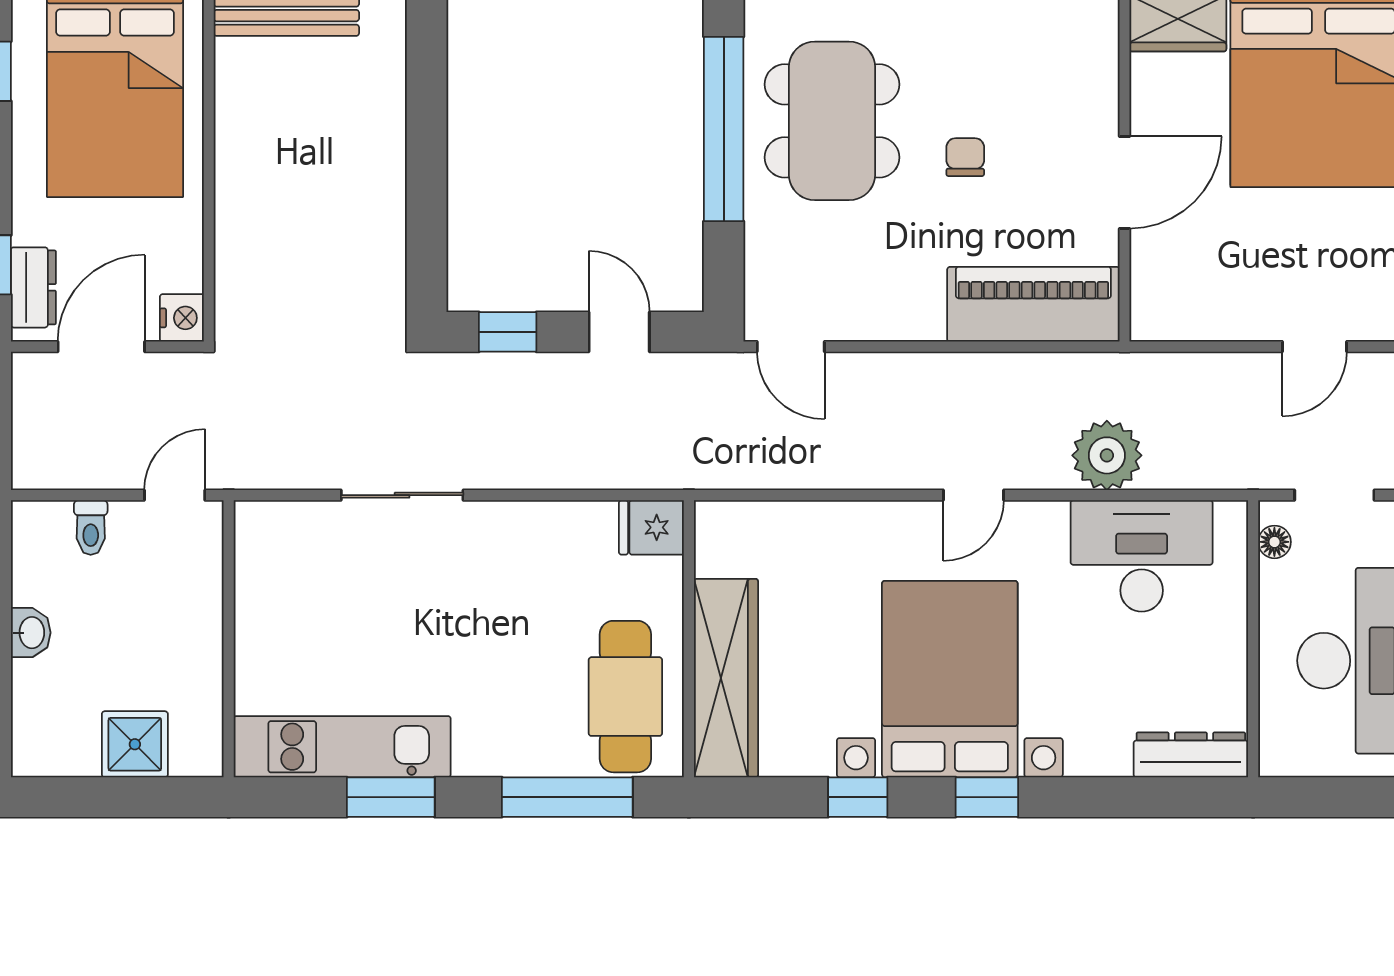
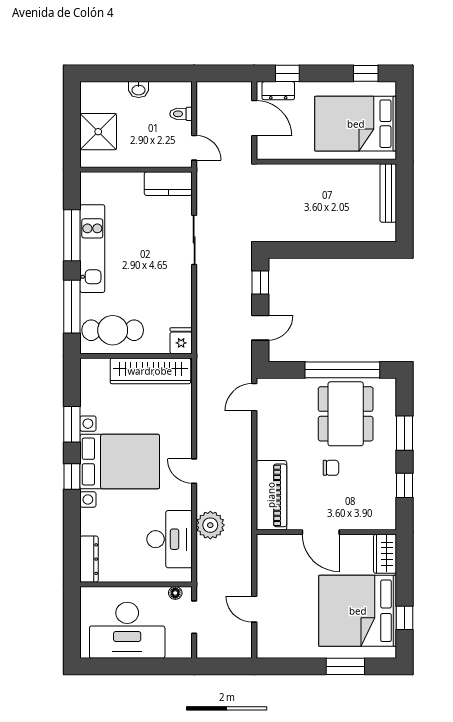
dining table: (832, 121) -> (346, 414), turned 90
nightstand: (182, 318) -> (266, 151), removed
kitchen counter: (263, 559) -> (168, 184), added
wardrobe: (726, 678) -> (150, 371), moved
shower: (135, 744) -> (98, 132), width x1.36, depth x1.36
kitchen unit: (342, 747) -> (92, 249), moved
window: (391, 797) -> (72, 235), width x1.44
window: (858, 797) -> (72, 424), width x1.50

